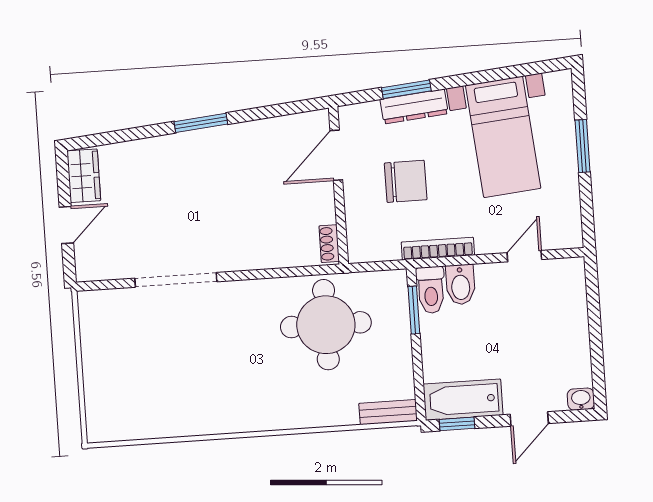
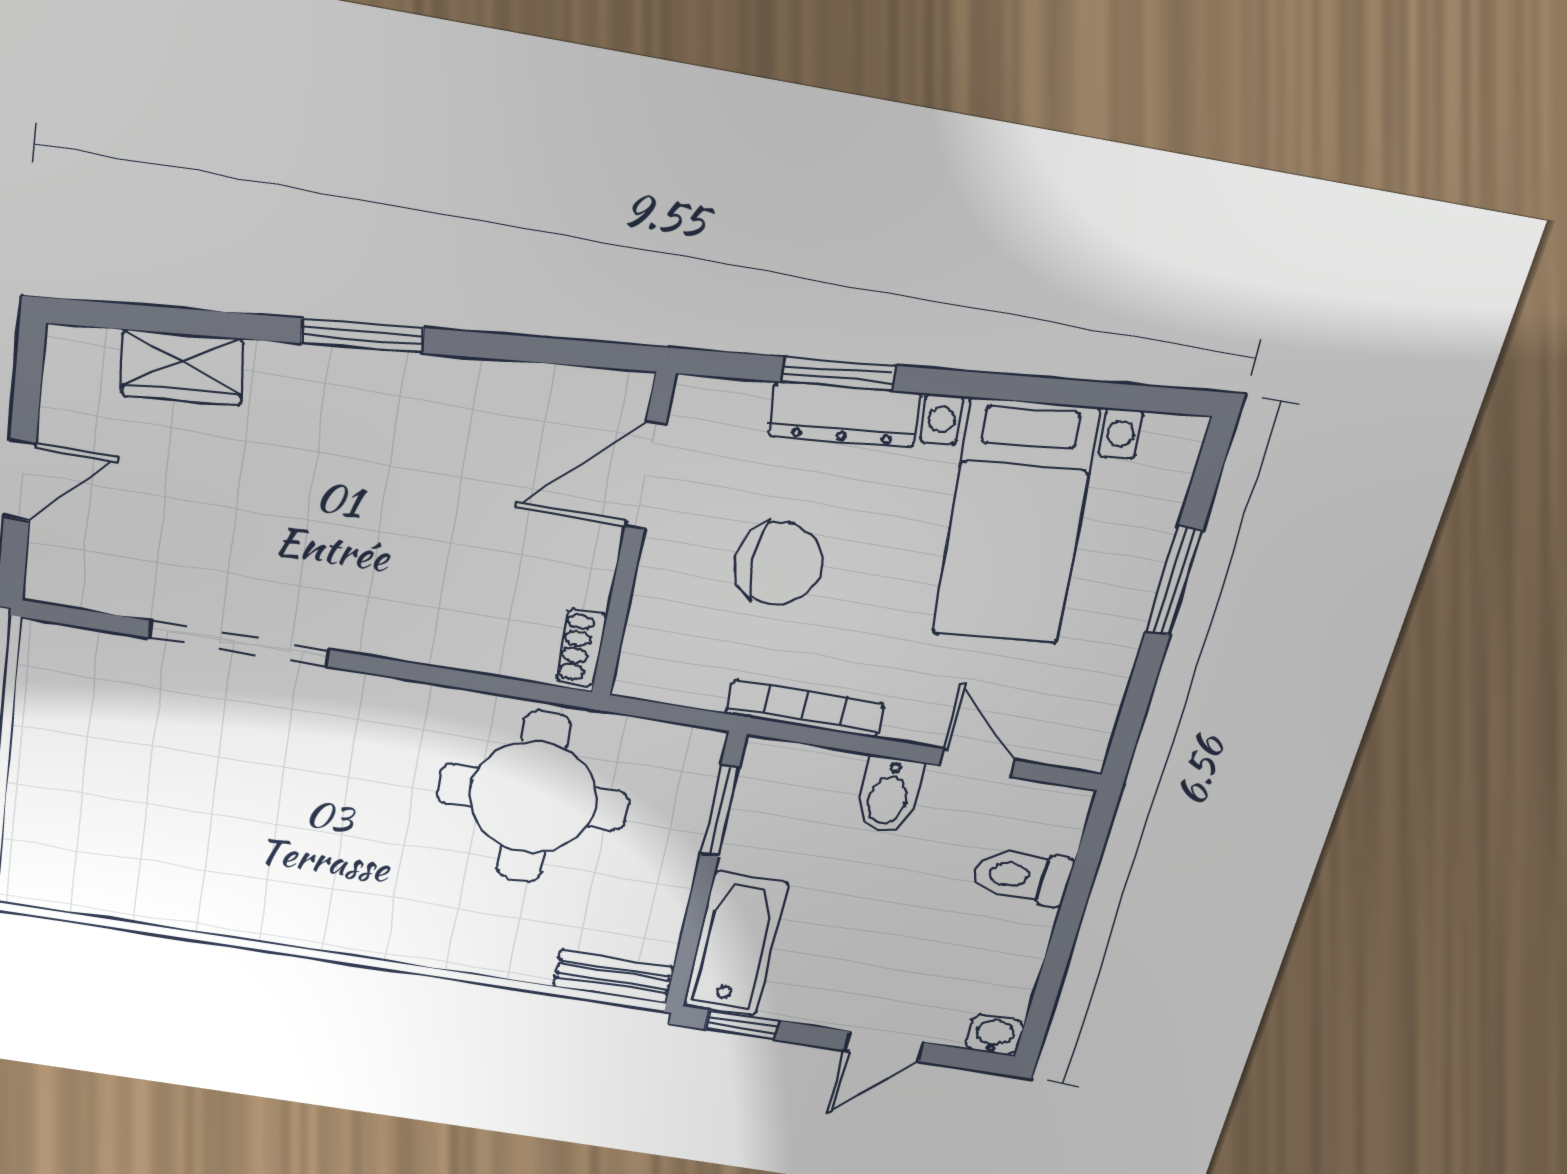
wardrobe: (84, 176) -> (182, 367), moved, turned 85
door: (524, 256) -> (977, 763), hinge flipped
bidet: (461, 285) -> (888, 795), moved
toilet: (431, 290) -> (1022, 876), moved, turned 90
bathtub: (463, 400) -> (735, 944), moved, turned 90

